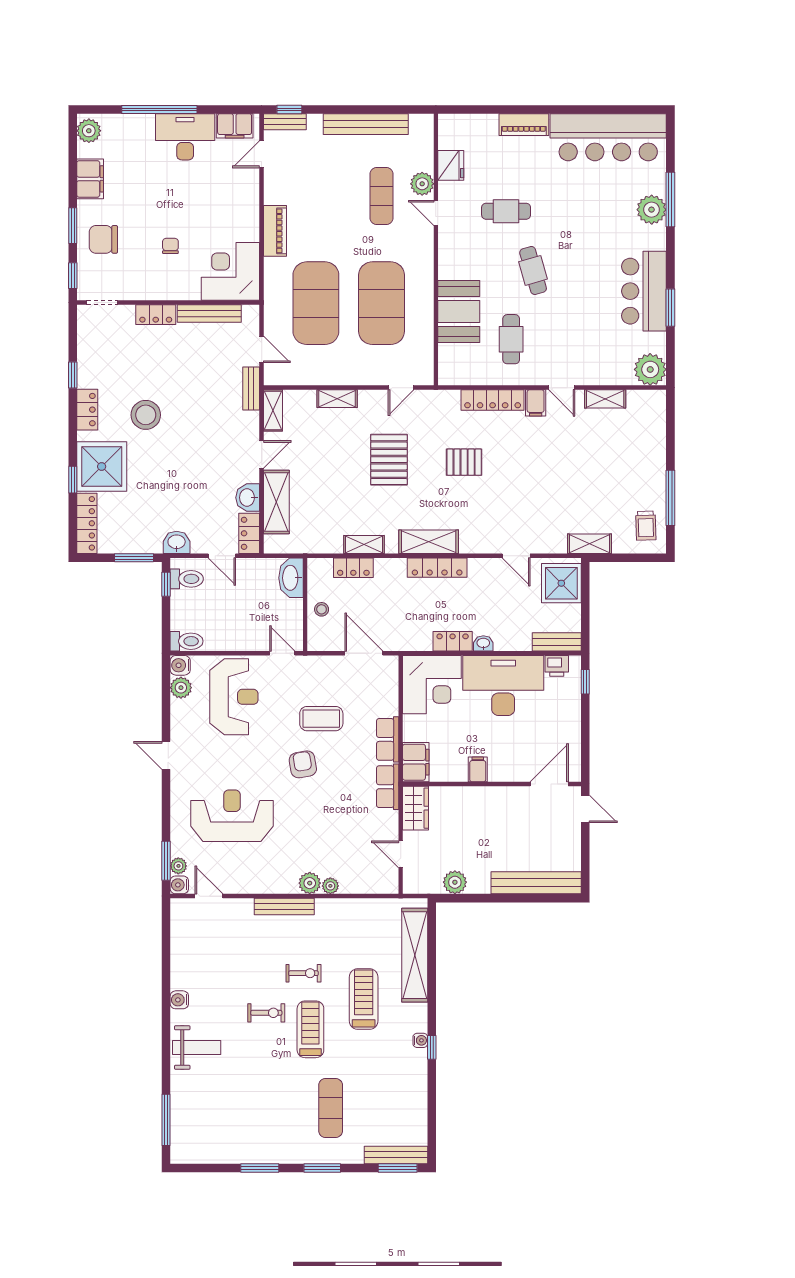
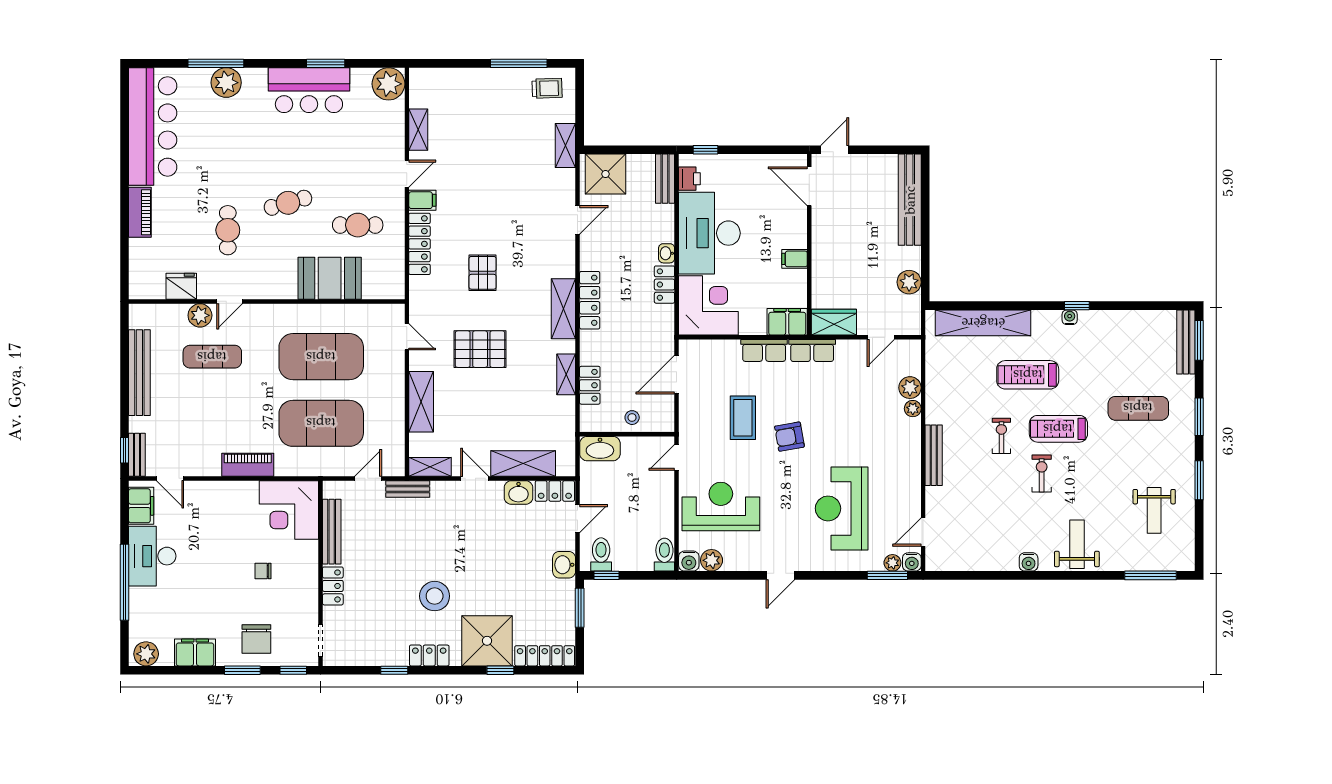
shelving: (337, 399) -> (421, 402), width x1.50, depth x1.33
plant: (310, 883) -> (910, 388), moved
weight bench: (230, 1124) -> (1154, 510), added

